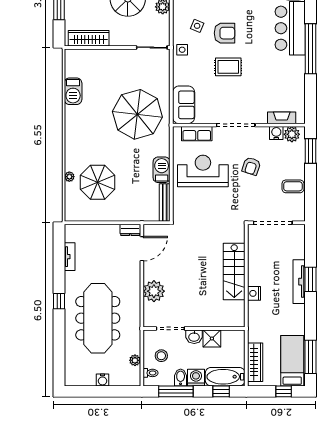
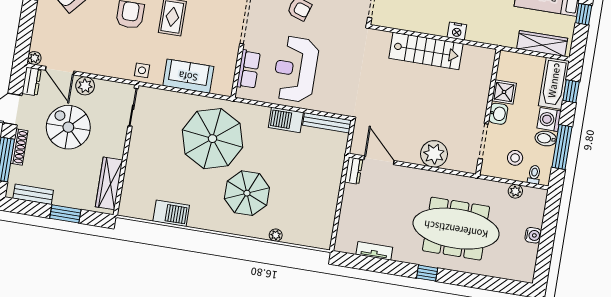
side table: (197, 26) -> (116, 47), removed
sofa: (184, 105) -> (188, 76), moved
parasol: (98, 182) -> (247, 193), moved

